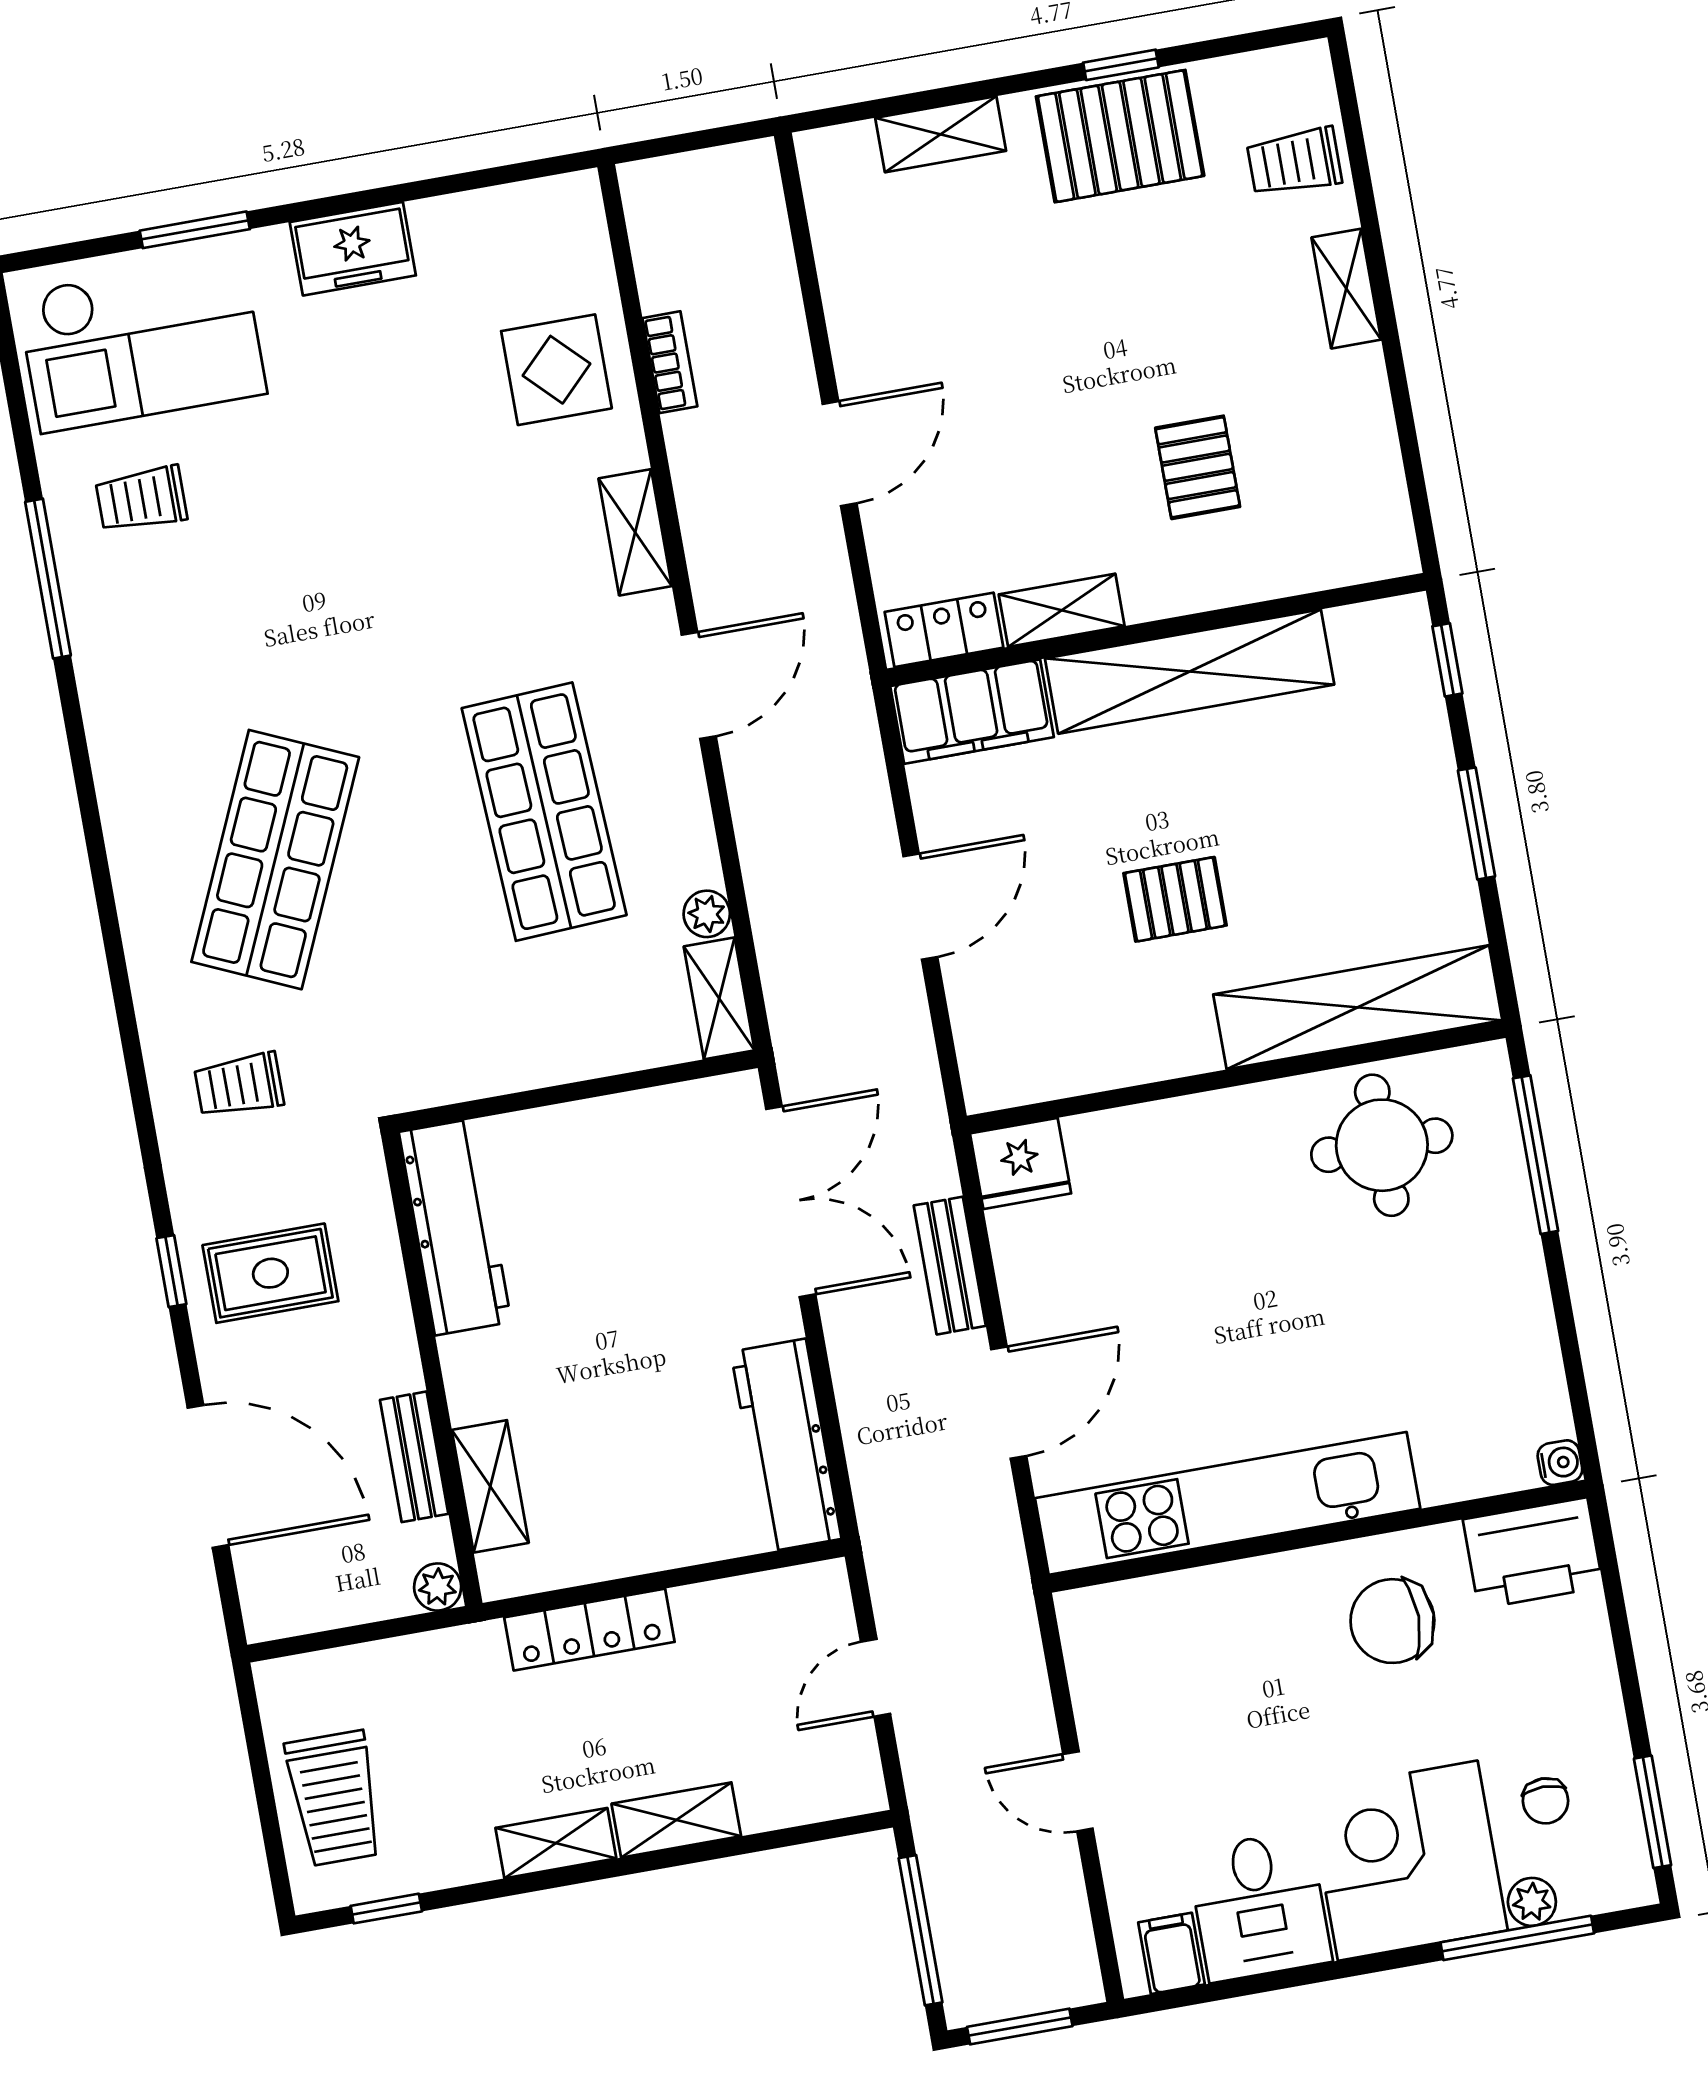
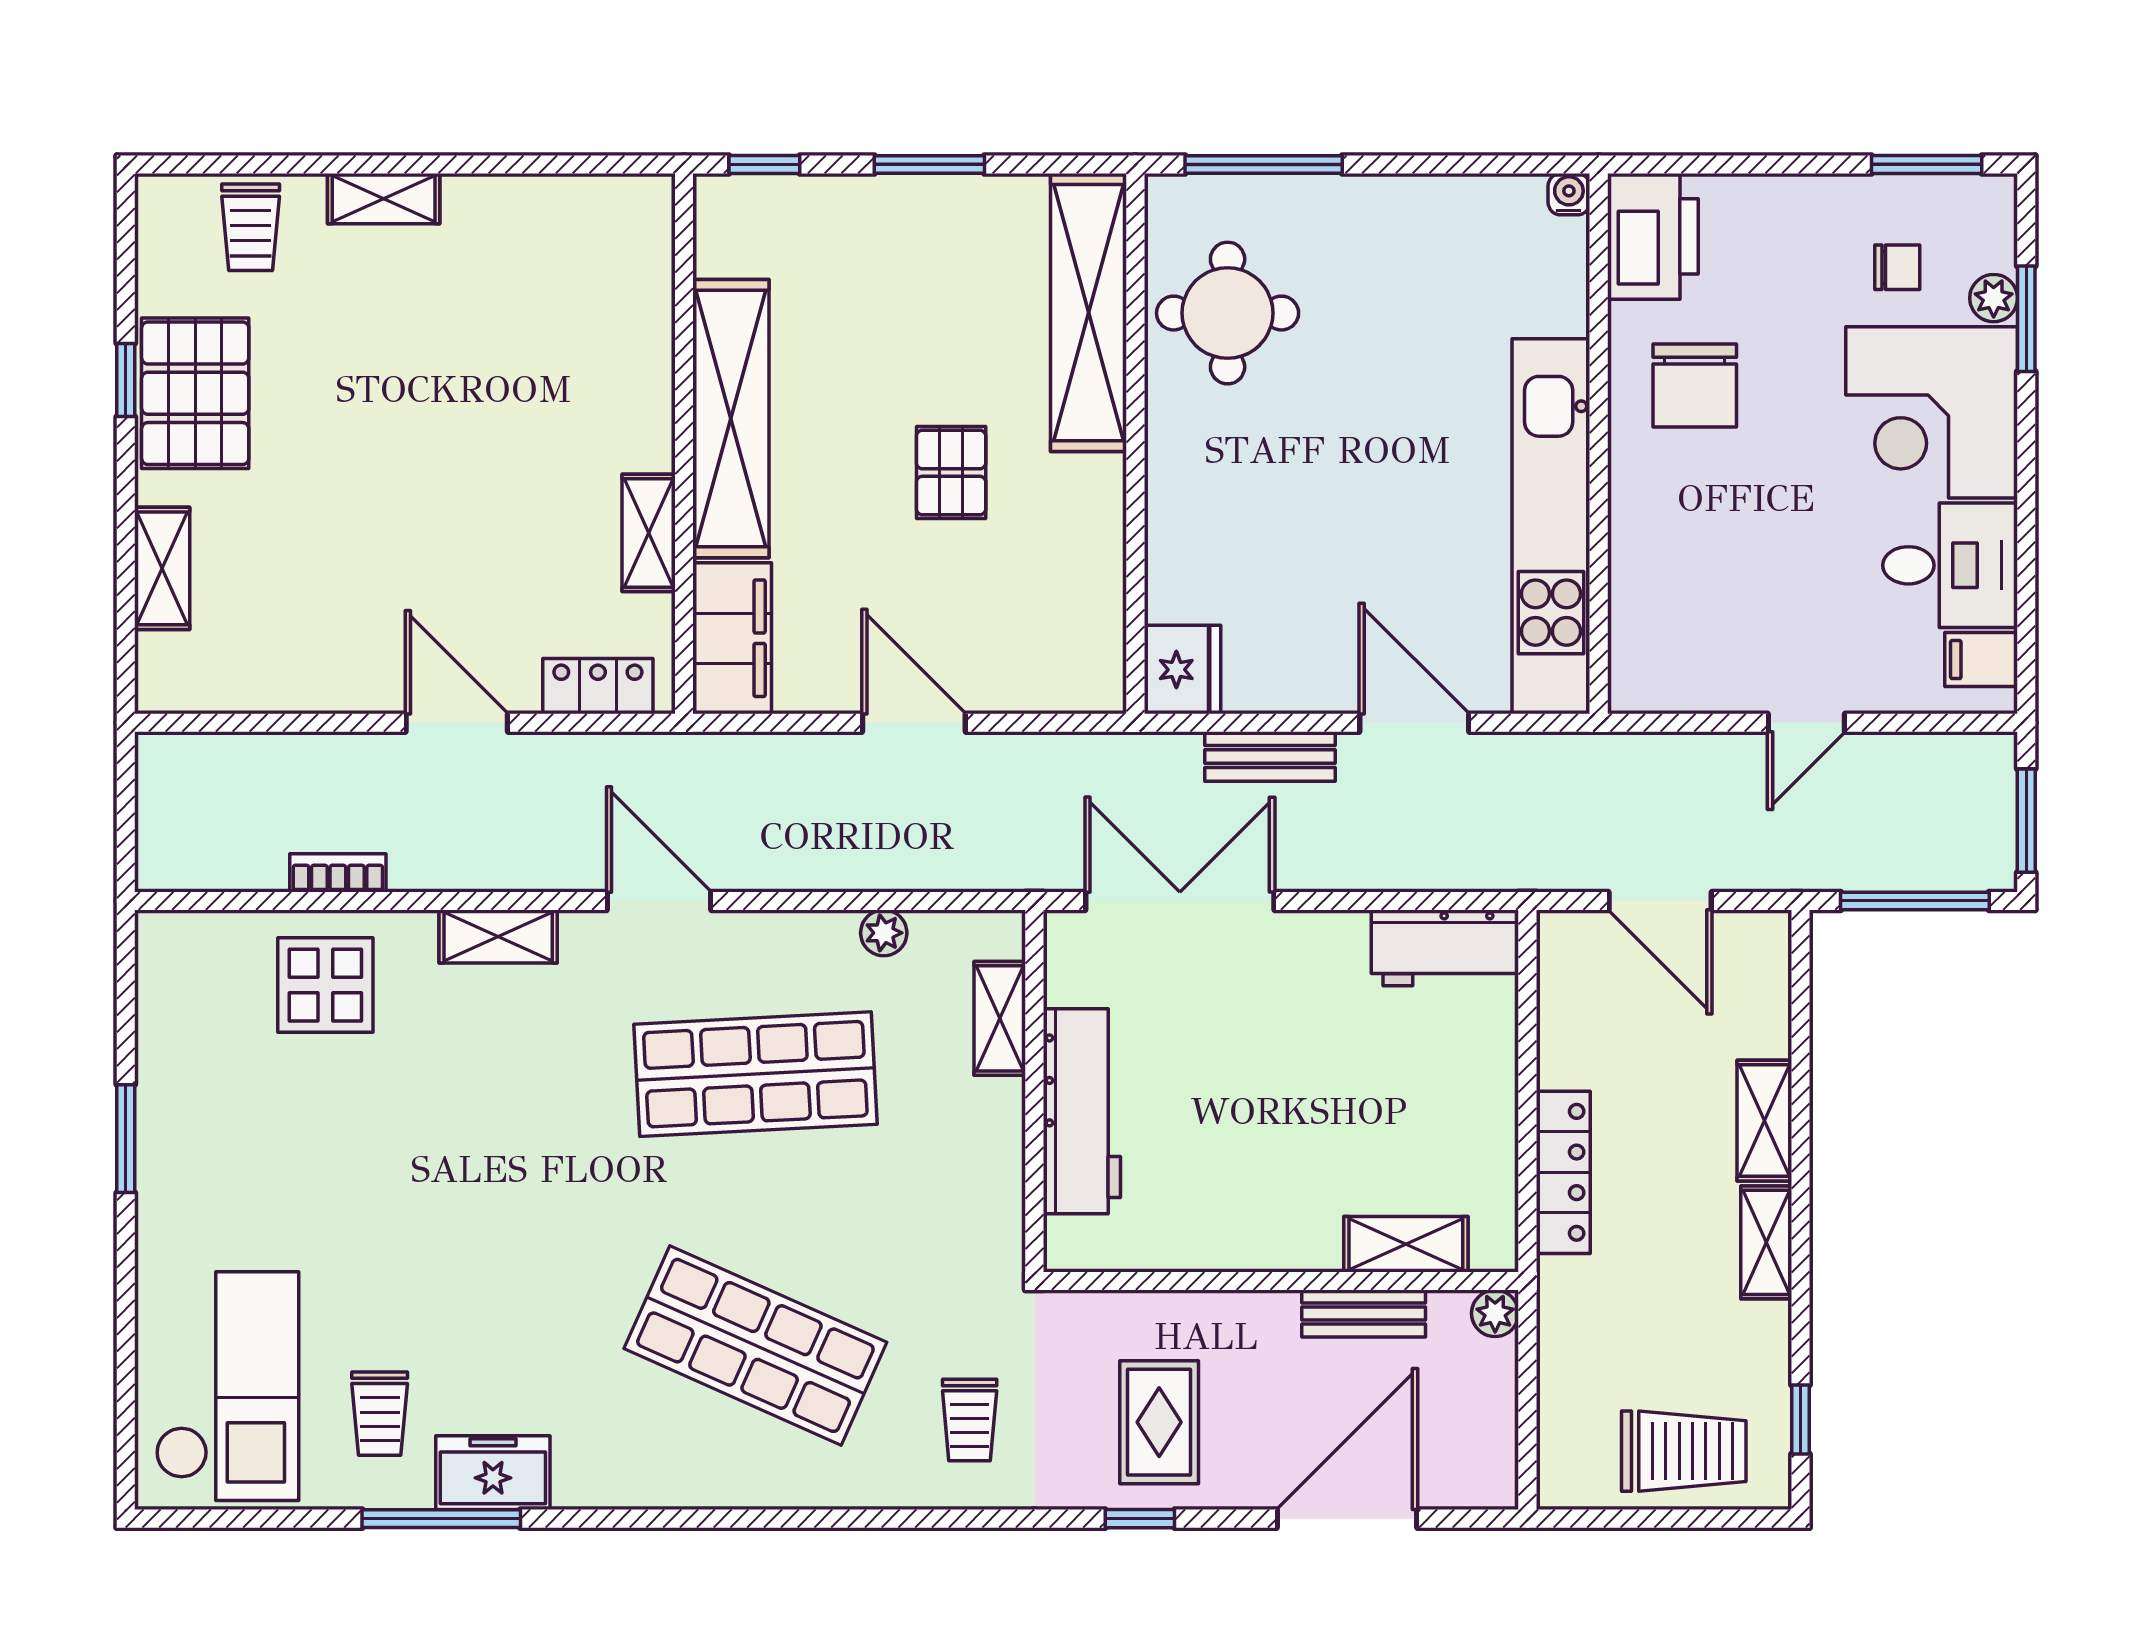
window: (195, 230) -> (126, 1139), moved
freezer: (353, 249) -> (493, 1473), moved, turned -90
pallet: (1198, 467) -> (533, 375), removed
locker: (944, 630) -> (598, 686), moved, turned 90
shelving: (719, 998) -> (1000, 1018), moved, turned 90
workbench: (455, 1227) -> (1082, 1111), moved, turned 90
workbench: (786, 1445) -> (1445, 948), width x0.73
door: (876, 1678) -> (1660, 901), width x1.38
window: (1517, 1938) -> (2026, 319), width x0.69

